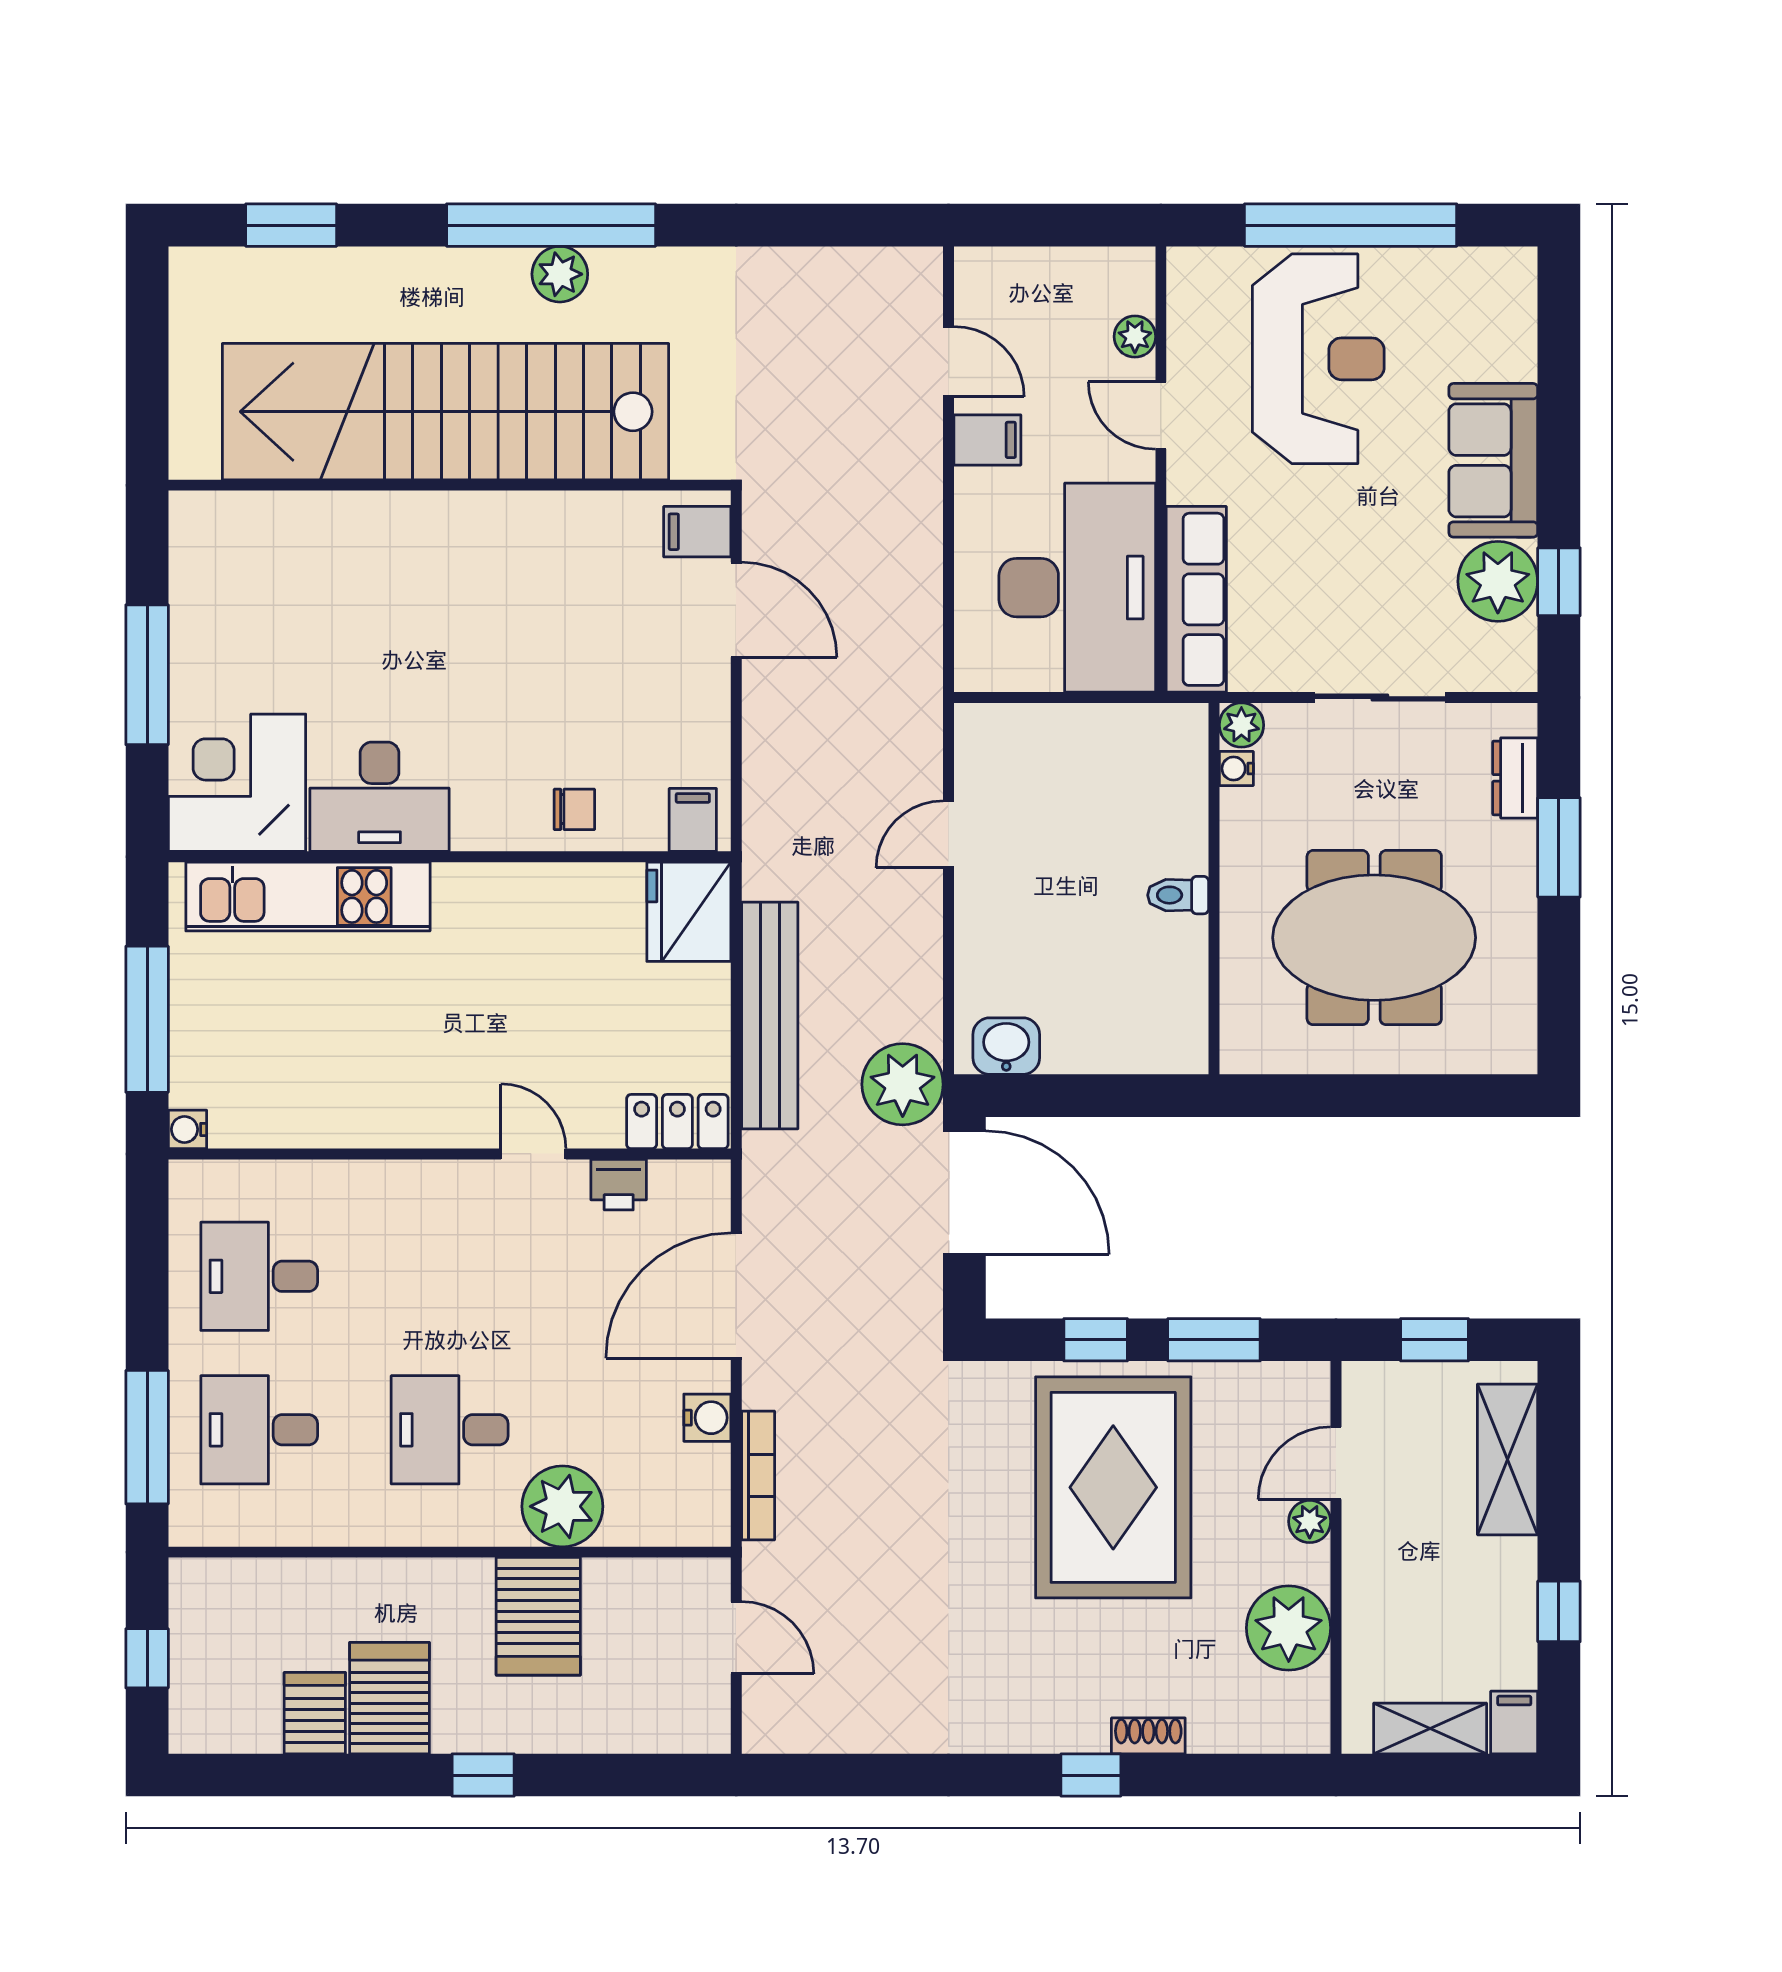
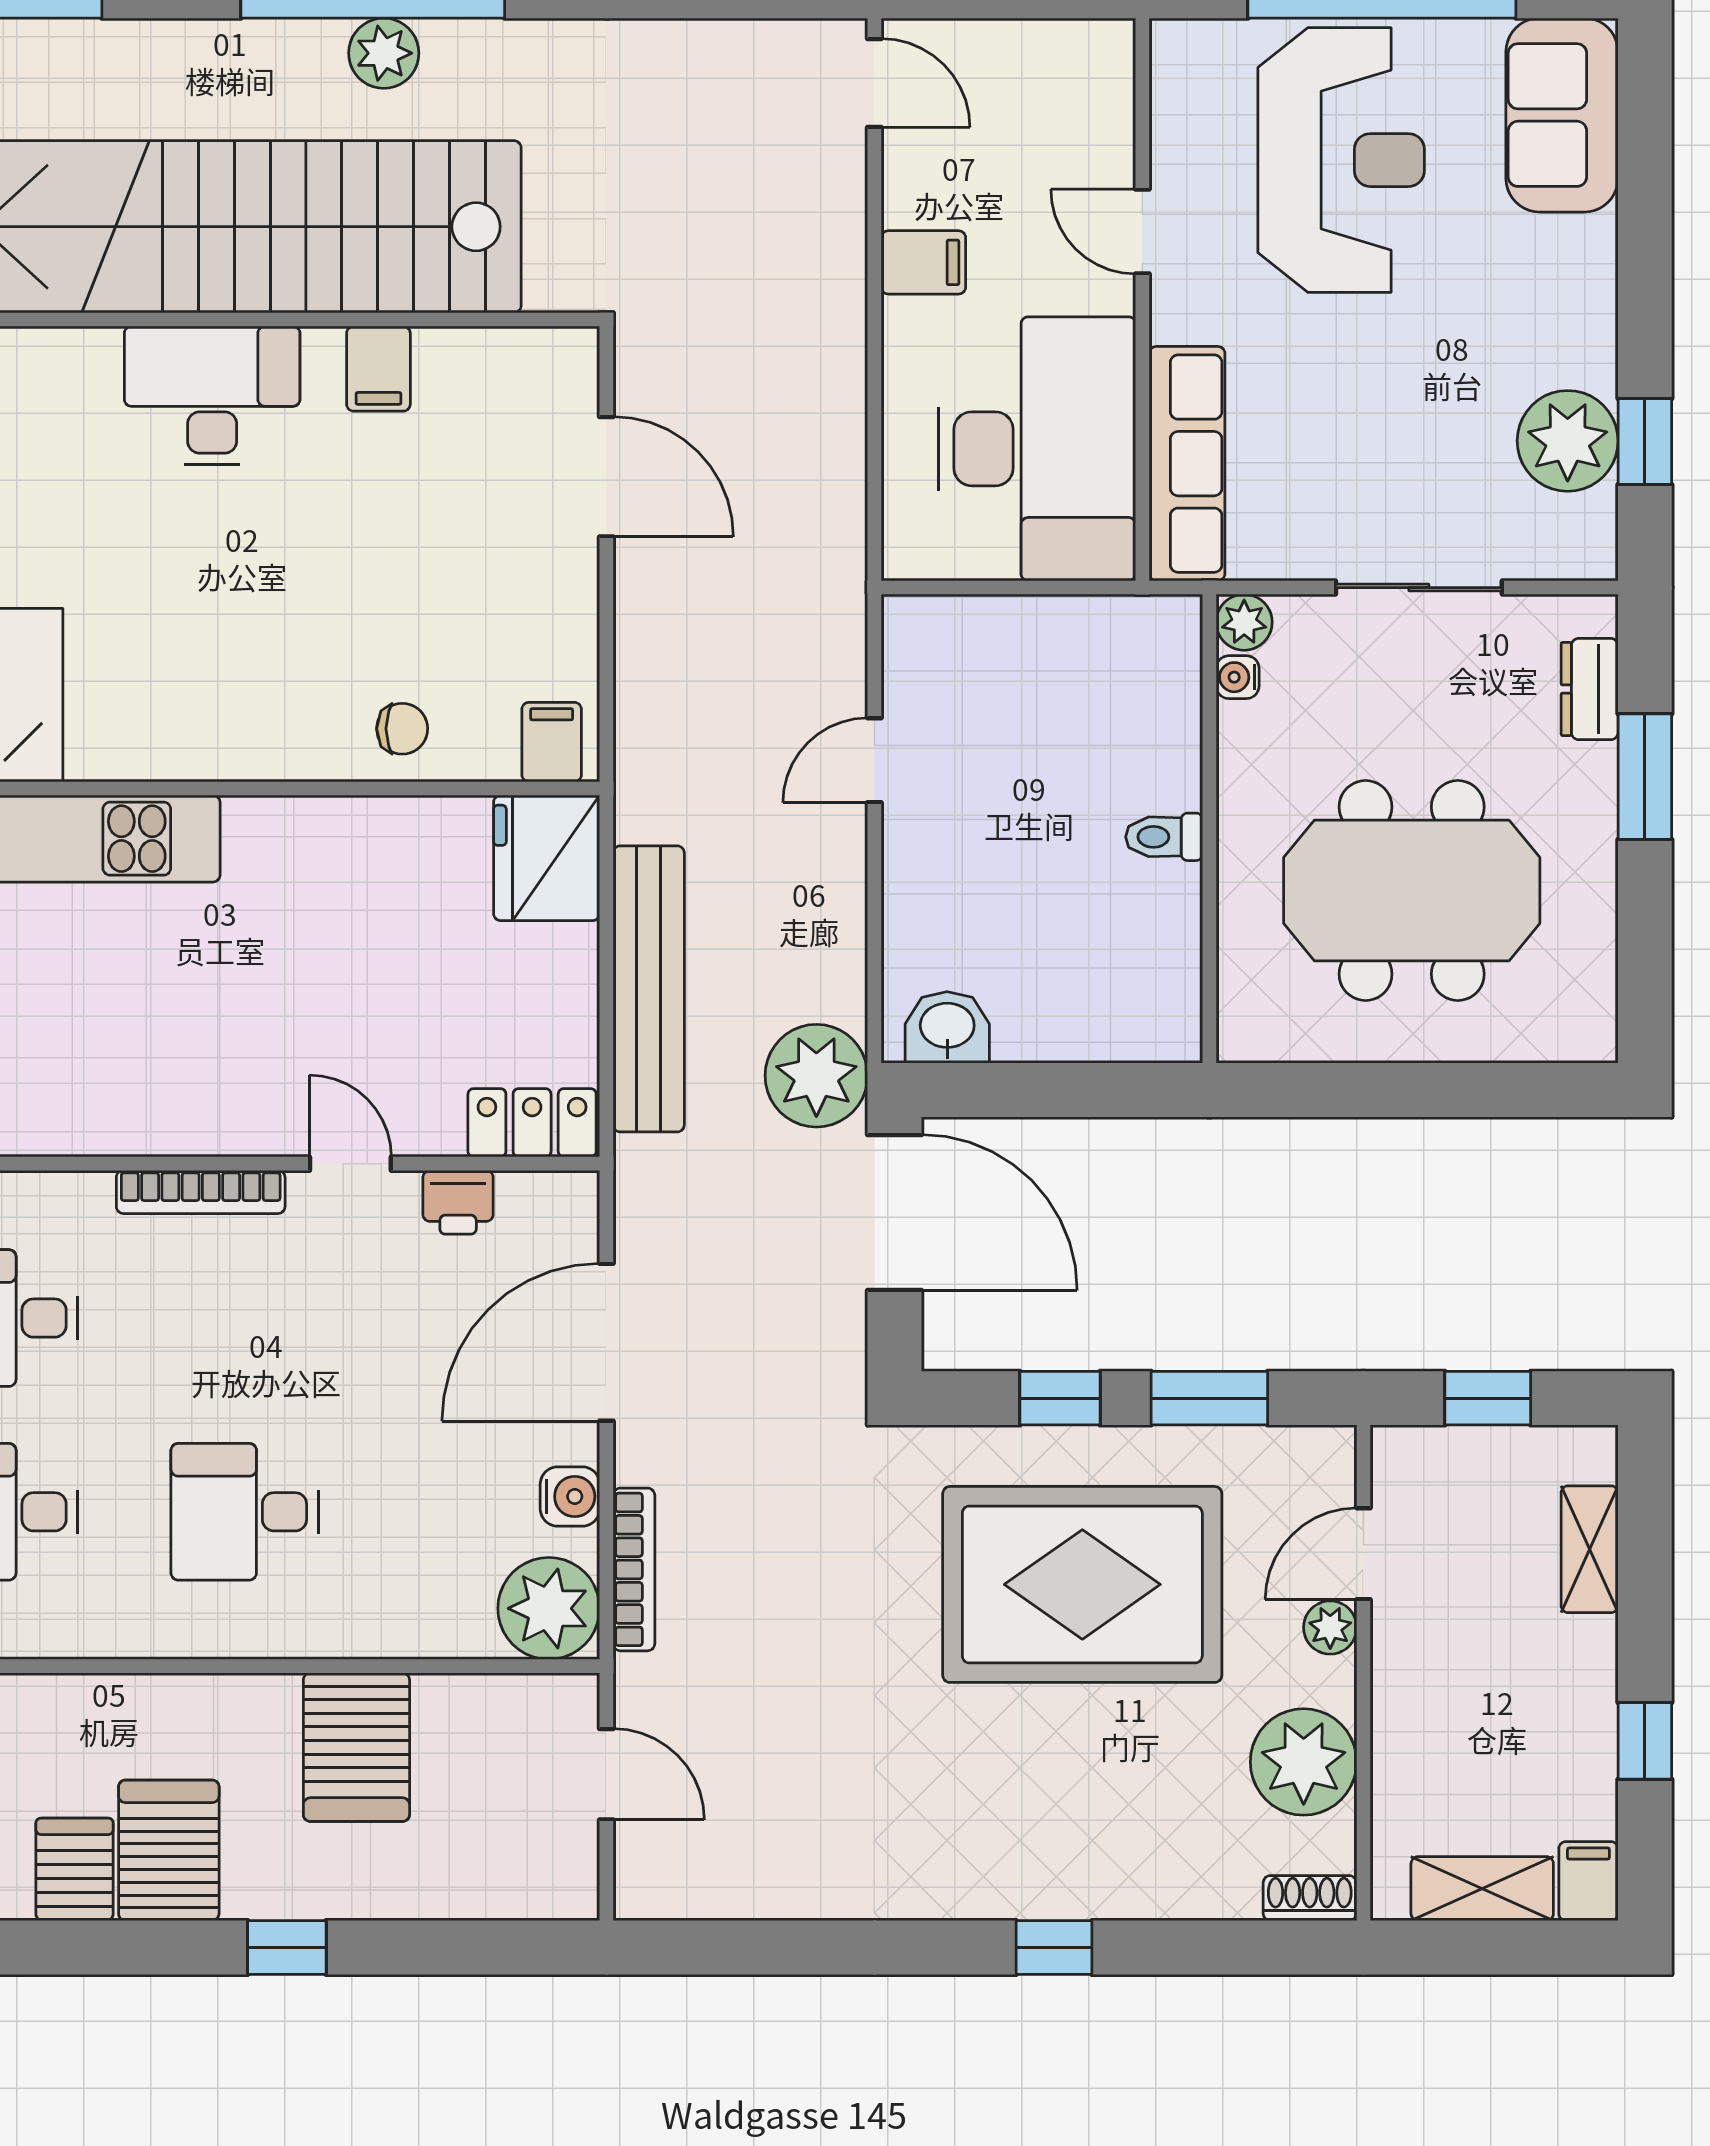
plant: (1135, 337) -> (1110, 132), removed
door: (949, 362) -> (874, 83), moved
sofa: (1493, 460) -> (1562, 115), moved
filing cabinet: (697, 532) -> (378, 369), moved, turned -90
desk: (380, 797) -> (212, 395), moved, turned 180
bookcase: (415, 1176) -> (201, 1192), added
shelving: (1508, 1459) -> (1590, 1549), width x0.67, depth x0.75
rug: (1113, 1487) -> (1082, 1584), turned 90
plant: (562, 1506) -> (549, 1608), moved
shoe rack: (1148, 1736) -> (1310, 1898), moved

